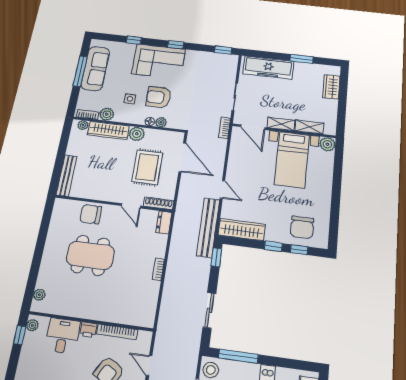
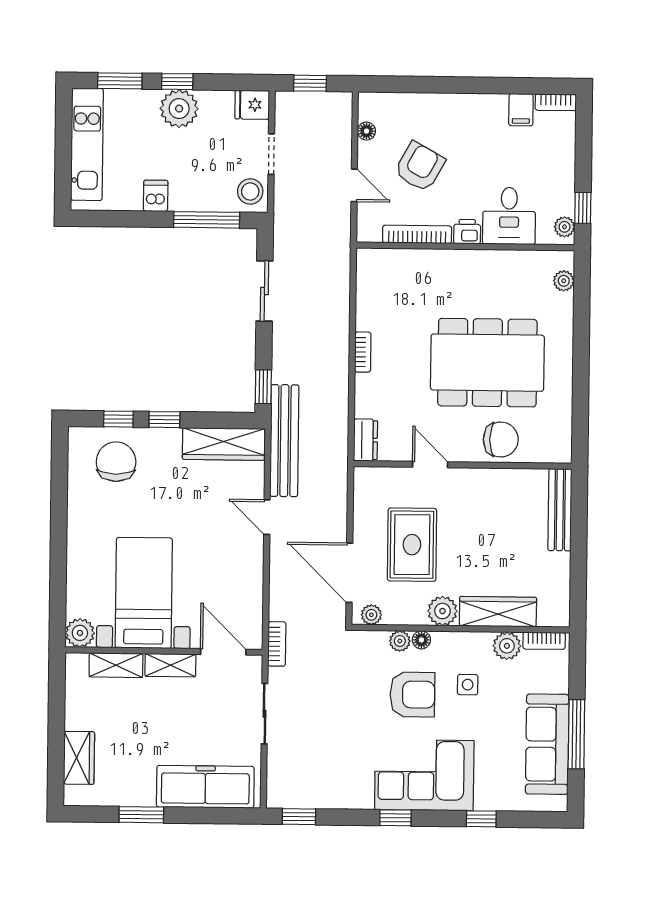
plant: (83, 125) -> (371, 615), moved
shoe rack: (159, 203) -> (380, 476), removed
dining table: (90, 255) -> (487, 363), width x1.36, depth x1.24

